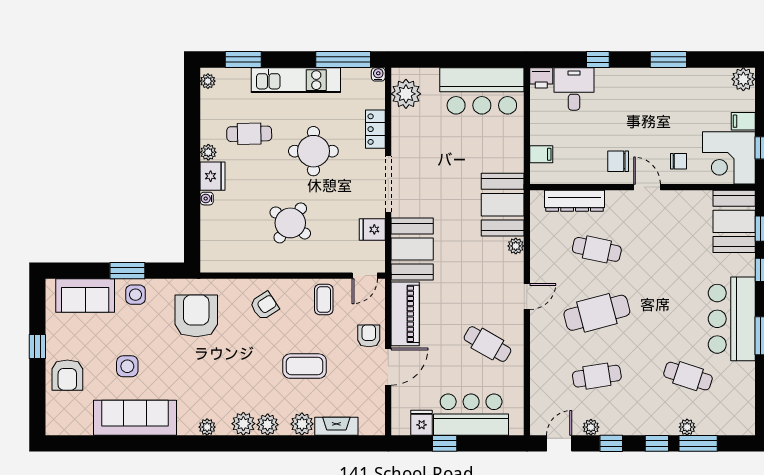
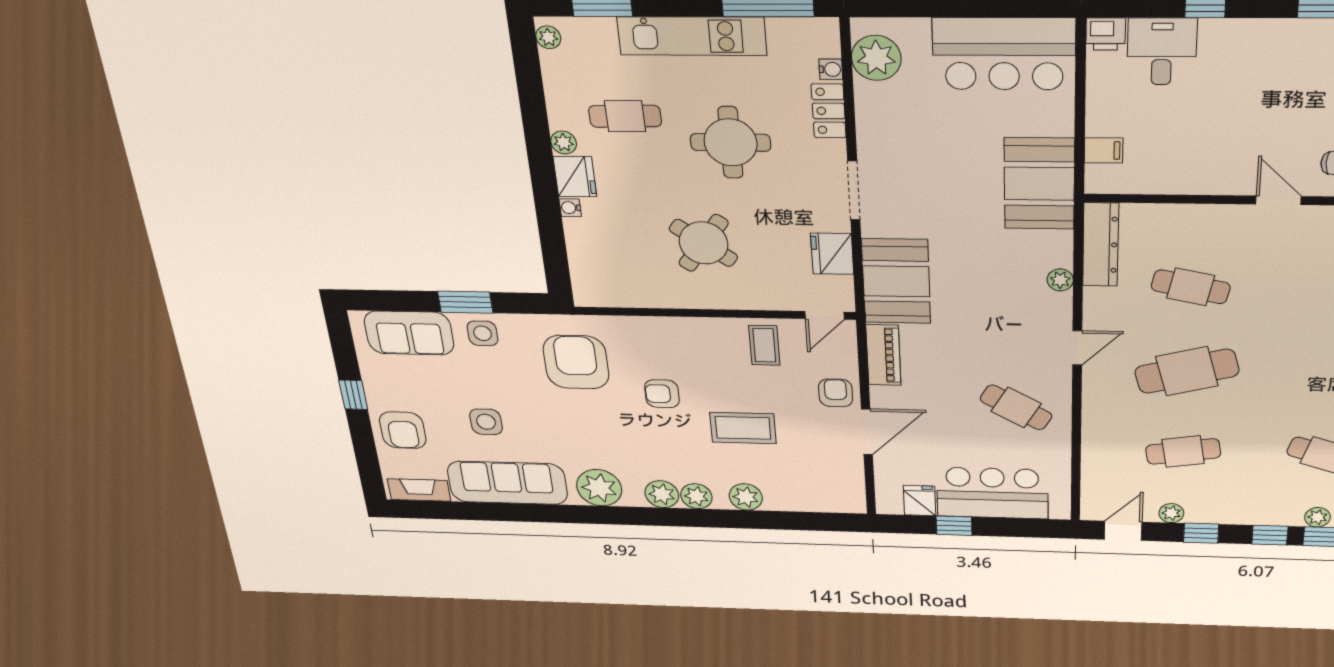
water cooler: (378, 74) -> (831, 69), moved, turned 90
chair: (618, 161) -> (1232, 162), removed
doorway: (388, 184) -> (854, 191), width x0.73
dresser: (575, 201) -> (1101, 245), moved, turned -90
booth: (503, 205) -> (1039, 184), moved
fridge: (372, 229) -> (832, 254), width x1.38
armchair: (264, 306) -> (662, 394), moved, turned -147
piano: (405, 314) -> (883, 355), width x0.73, depth x0.75
fireplace: (336, 426) -> (419, 490), moved
plant: (207, 427) -> (599, 488), width x1.87, depth x1.87

